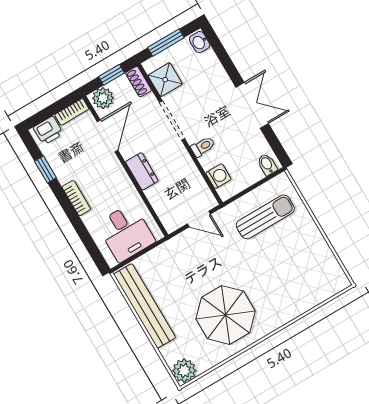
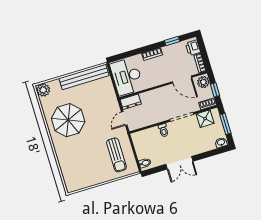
dresser: (142, 171) -> (131, 102), moved
washing machine: (218, 176) -> (145, 135), removed
desk: (126, 233) -> (127, 76), width x1.37

